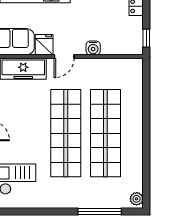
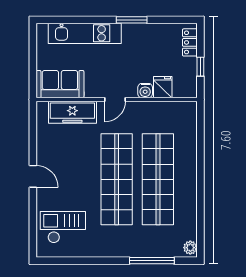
window: (146, 38) -> (200, 67), moved
fridge: (44, 45) -> (163, 87), moved

